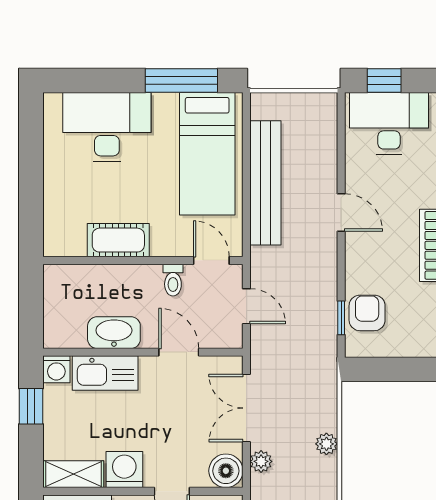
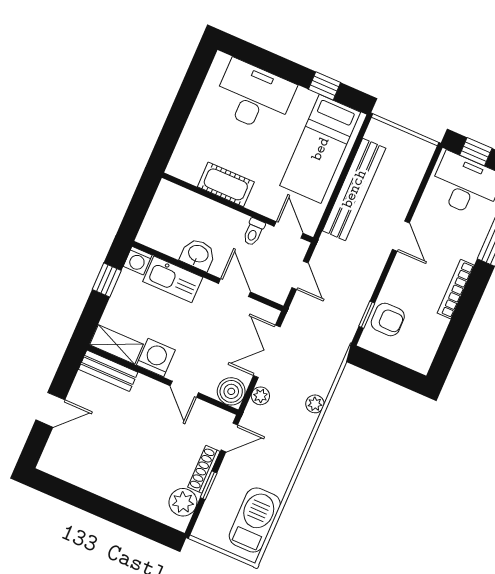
window: (181, 81) -> (325, 86), width x0.46
armchair: (367, 313) -> (388, 319), turned 90
washbasin: (114, 333) -> (198, 254), width x0.72

